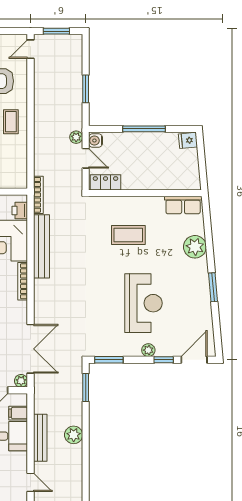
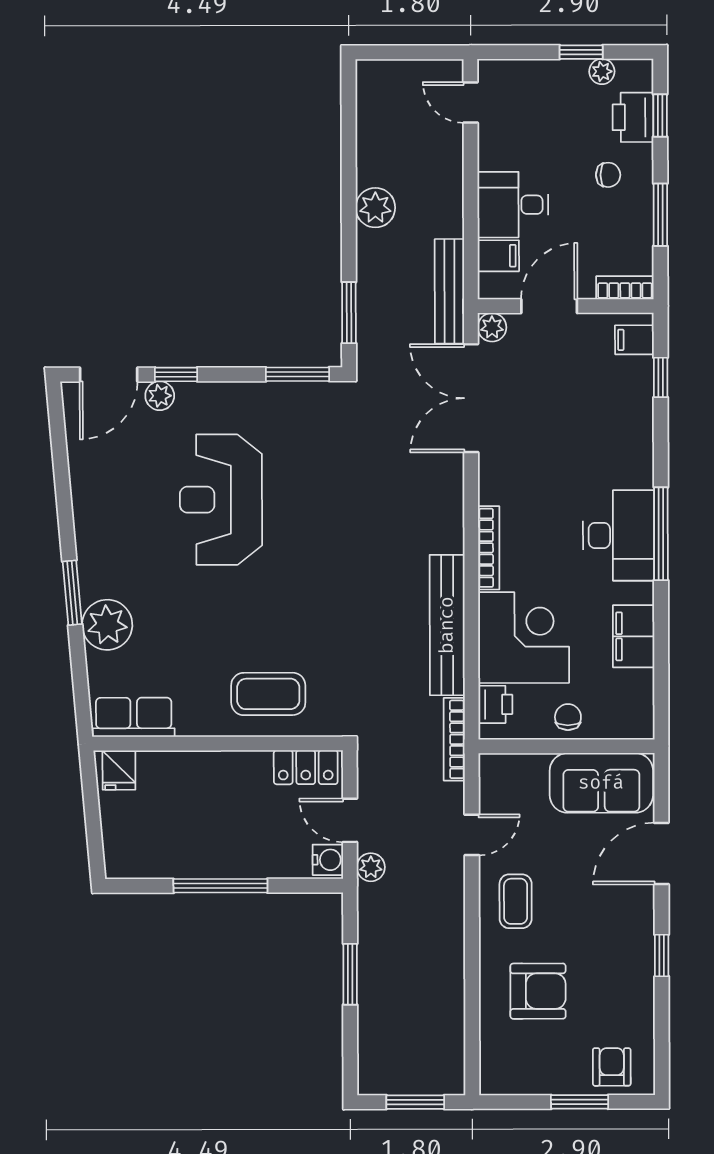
door: (31, 49) -> (472, 835), moved
fridge: (188, 140) -> (119, 770), moved, turned 95
coffee table: (128, 235) -> (268, 694), moved
window: (213, 287) -> (72, 593), moved
plant: (148, 350) -> (160, 396), moved
bench: (40, 438) -> (449, 291), moved

